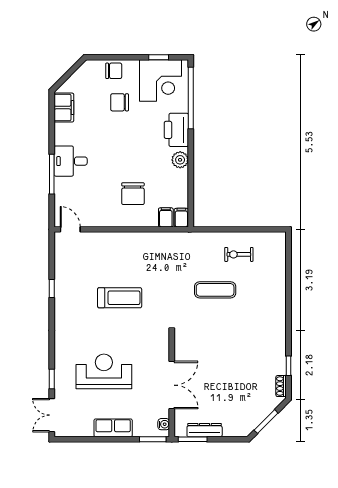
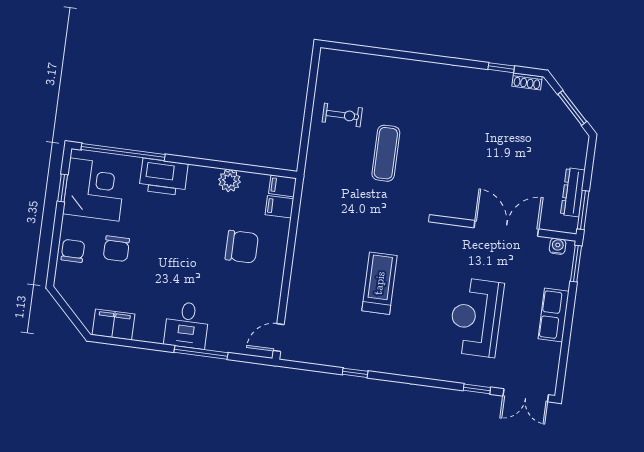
plant: (180, 160) -> (230, 181), moved
exercise bike: (239, 254) -> (342, 115), turned -90

